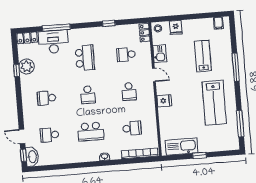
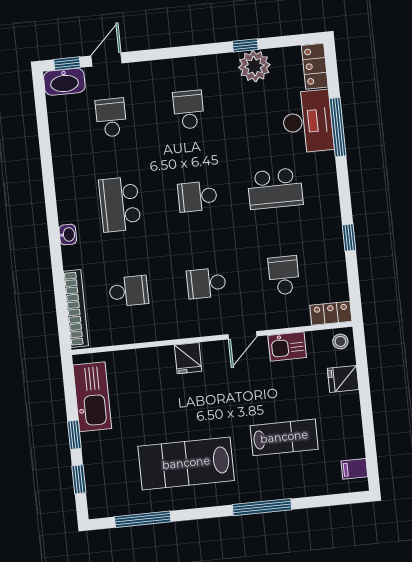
school desk: (132, 128) -> (129, 291), turned -90
window: (221, 154) -> (79, 479), added

